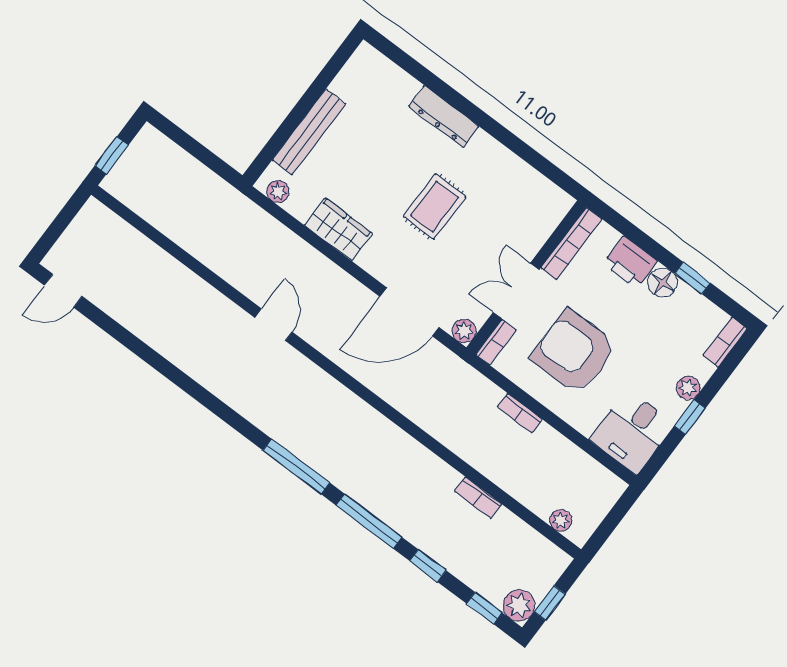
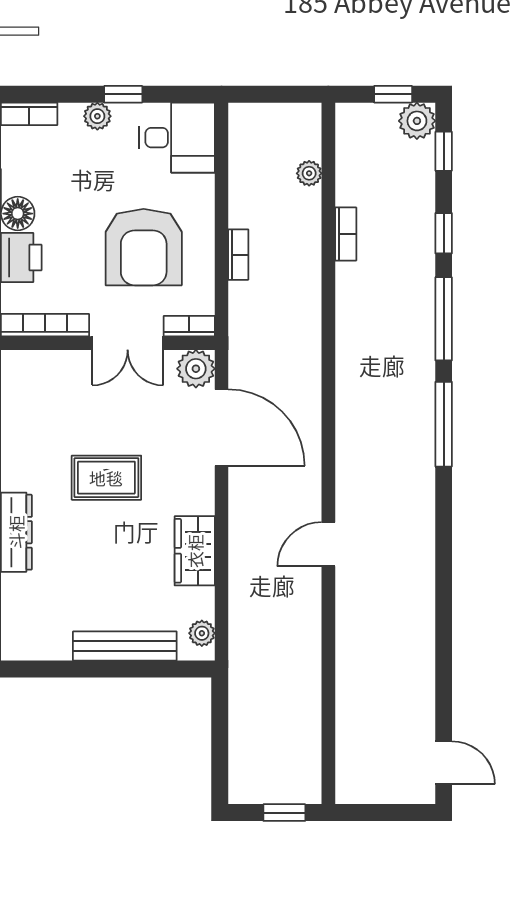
plant: (464, 331) -> (196, 369), width x1.38, depth x1.38
plant: (561, 520) -> (309, 173), moved

